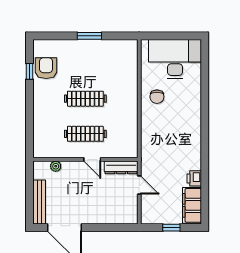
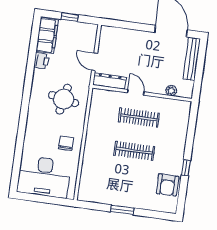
window: (29, 71) -> (186, 168), moved
round table: (166, 142) -> (64, 99), added

